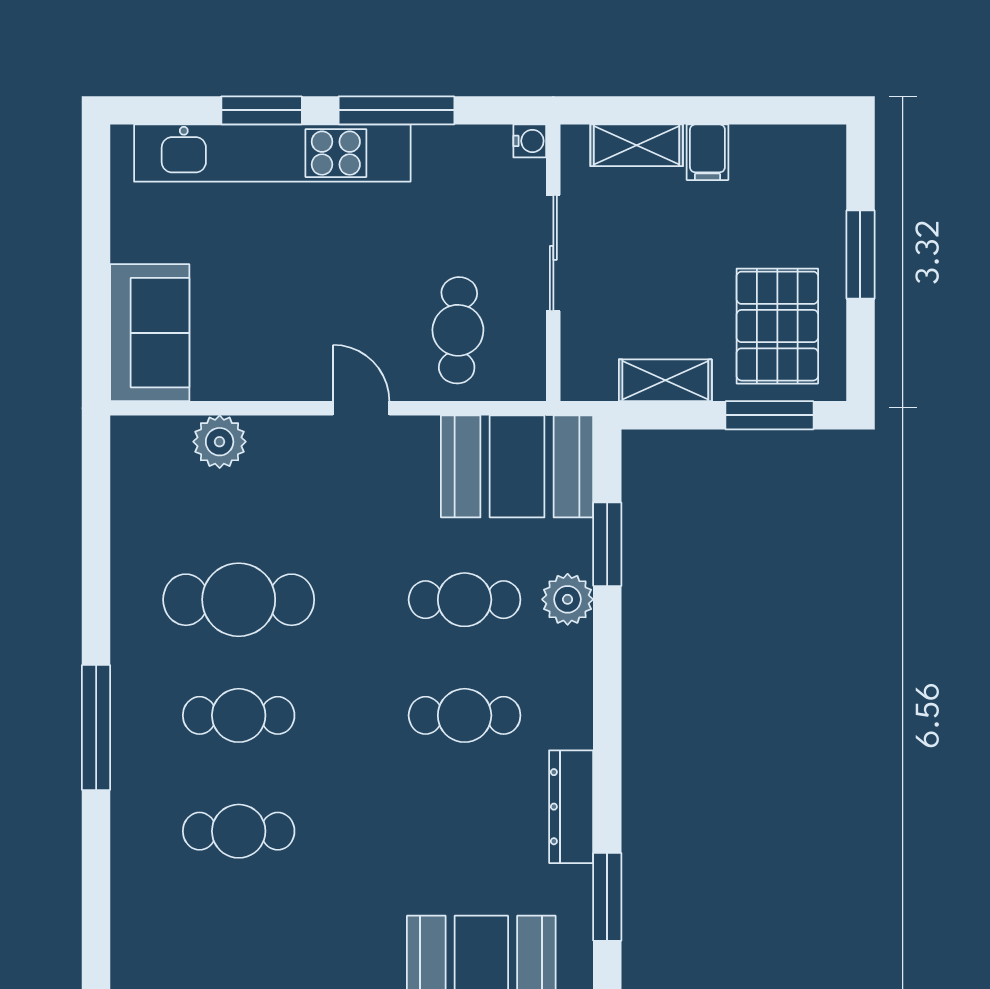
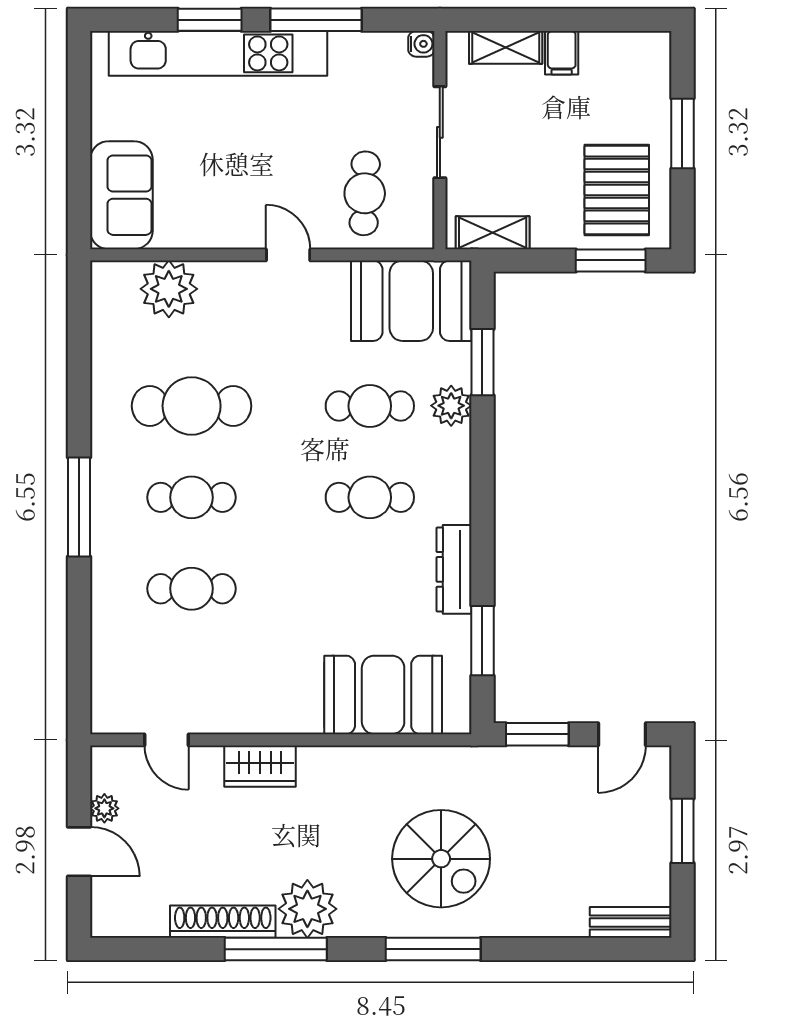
shelving: (665, 380) -> (493, 233), moved
plant: (220, 442) -> (169, 289), width x1.36, depth x1.36

